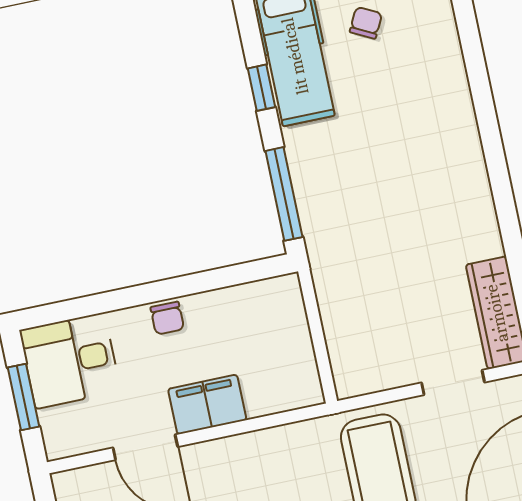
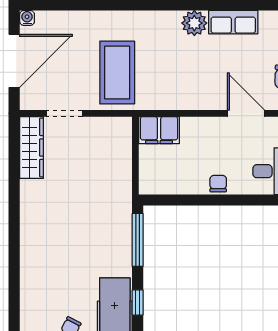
filing cabinet: (207, 405) -> (159, 130), moved

